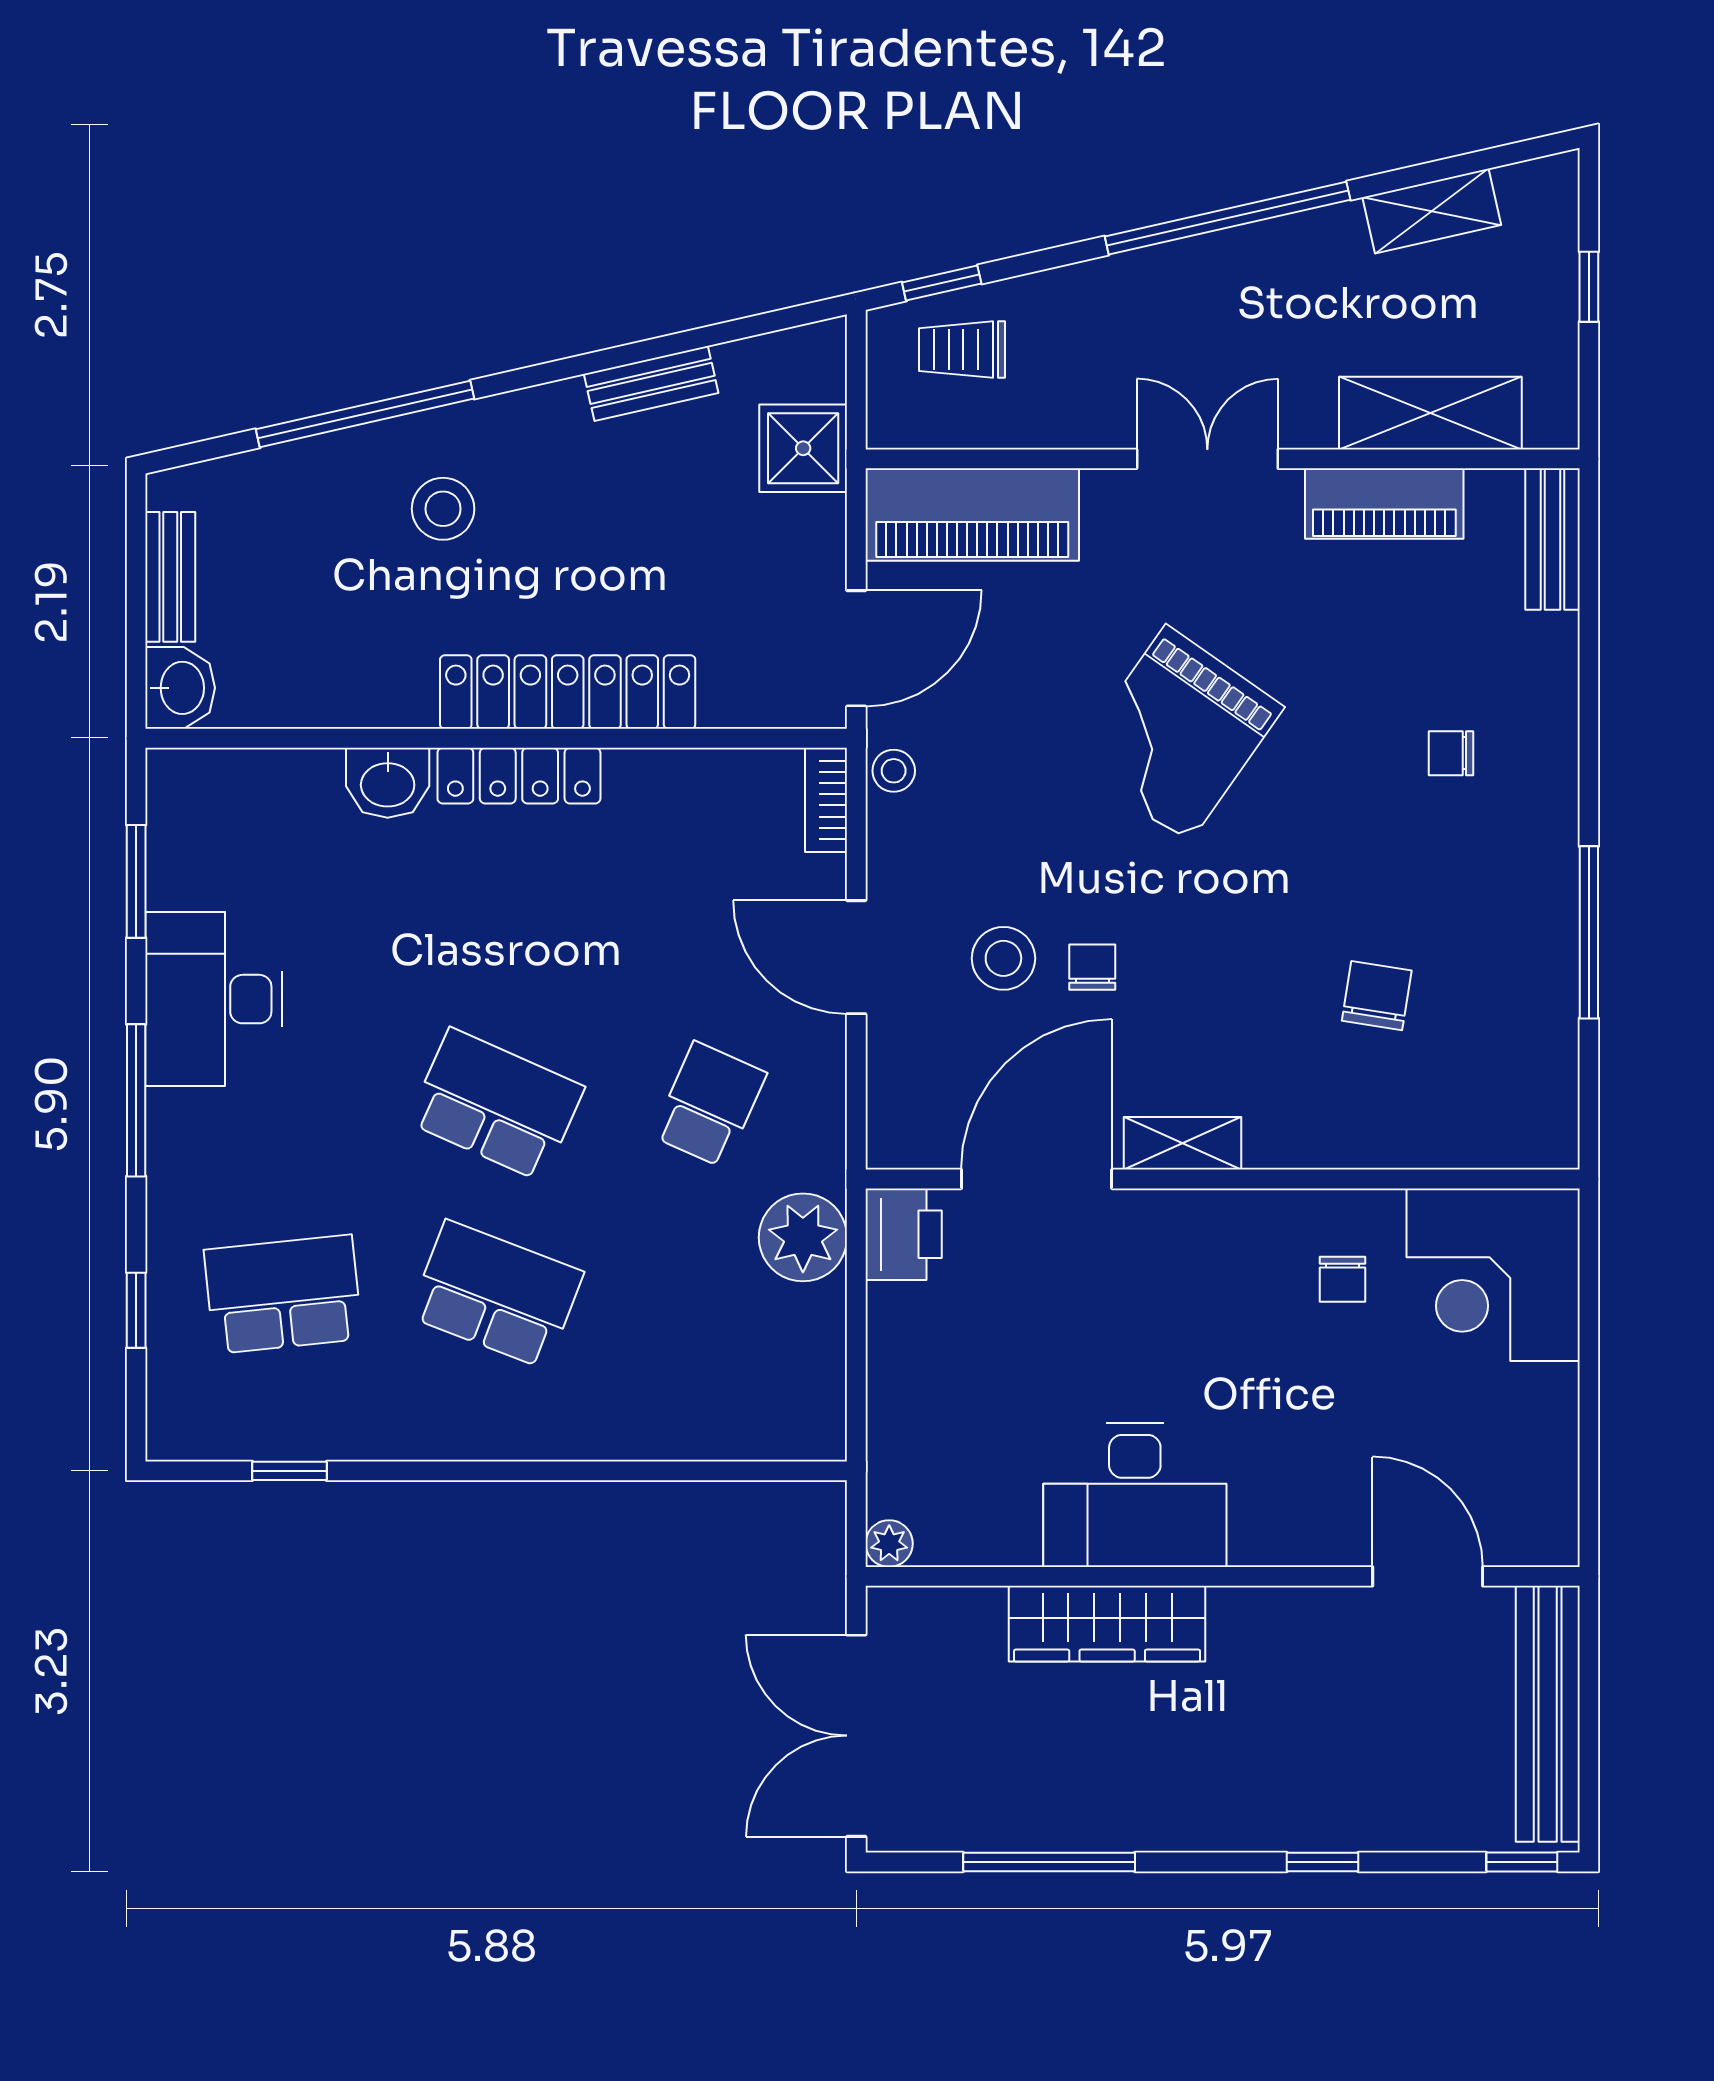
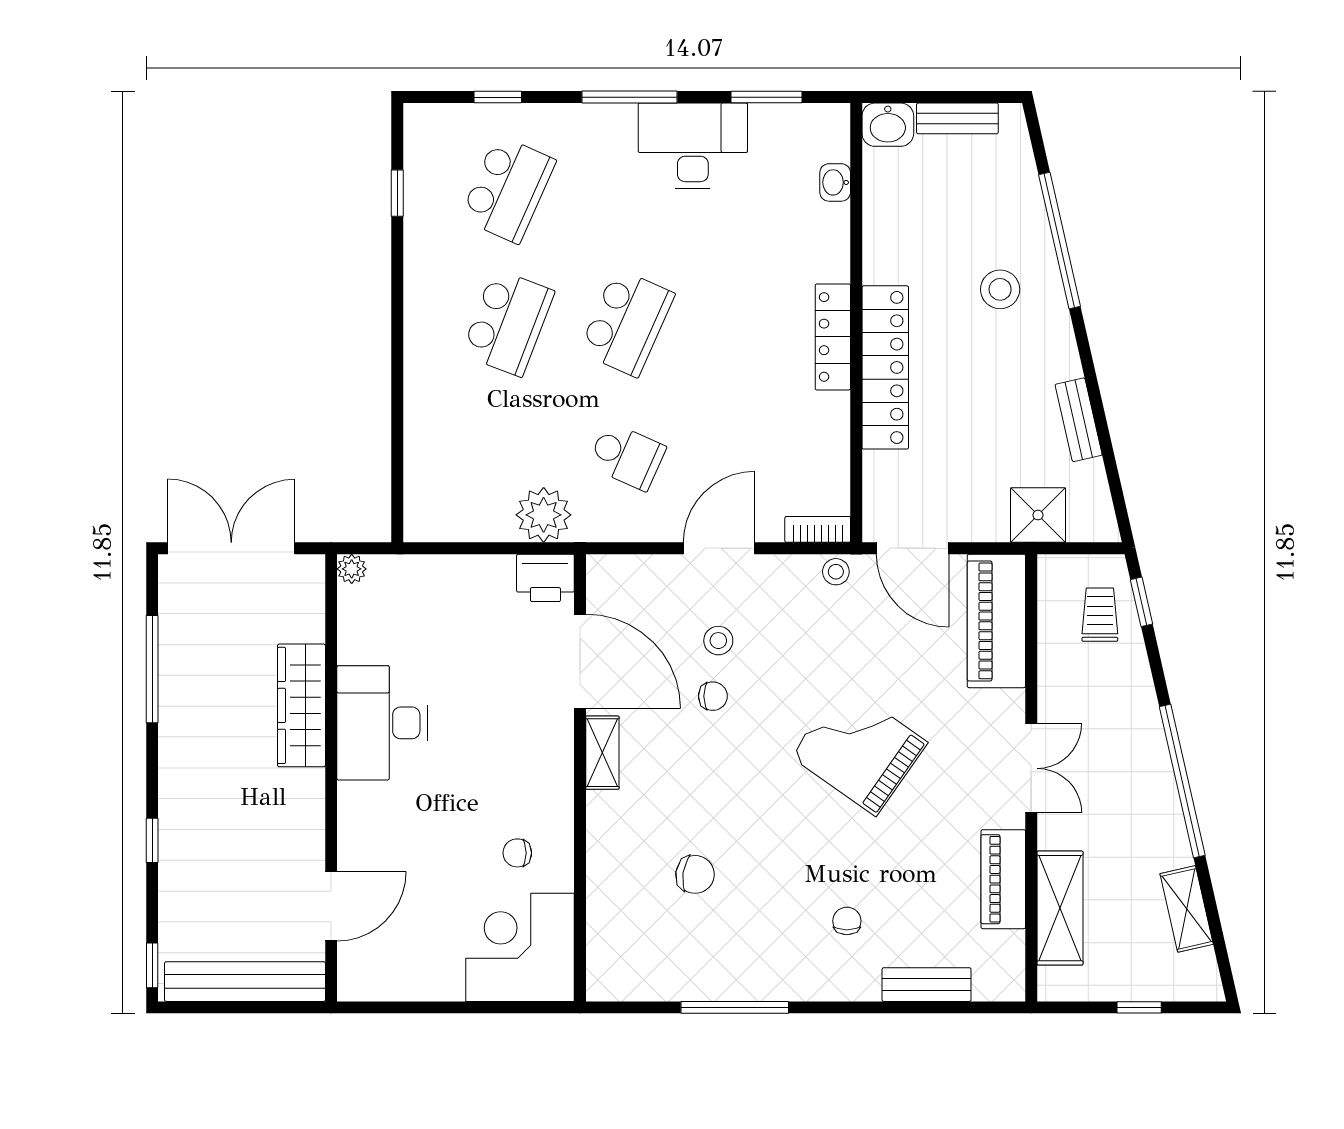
bench: (1552, 539) -> (927, 985), moved
washbasin: (388, 783) -> (835, 182), moved, width x0.72, depth x0.69
stool: (1003, 958) -> (718, 641), width x0.73, depth x0.73
school desk: (283, 1294) -> (508, 189), turned 30

